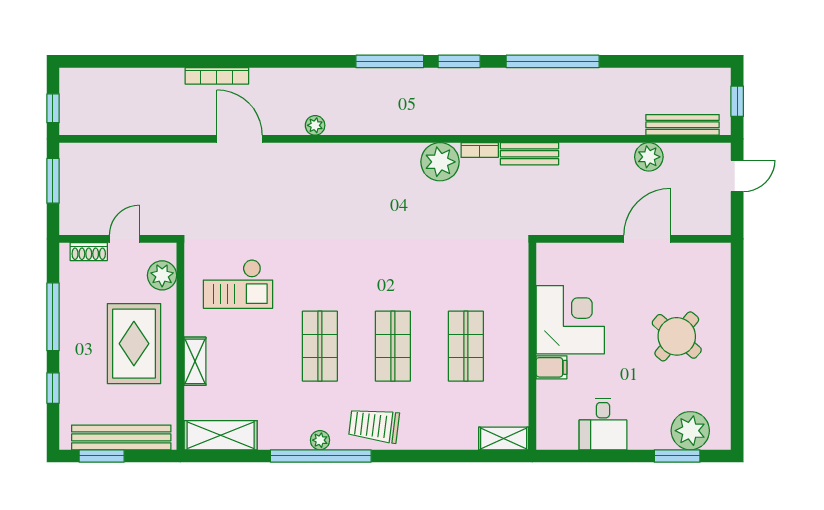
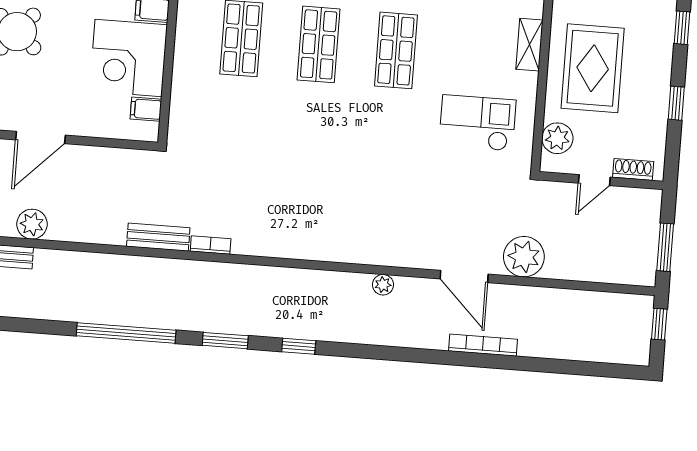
window: (390, 61) -> (299, 346), width x0.46
plant: (440, 162) -> (524, 257), moved
filing cabinet: (550, 273) -> (146, 109), added
window: (53, 317) -> (676, 103), width x0.46

